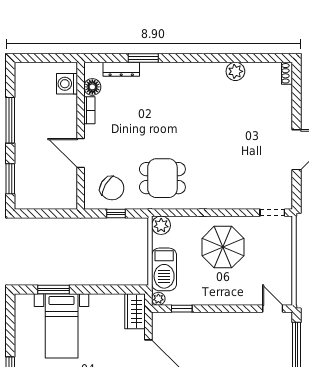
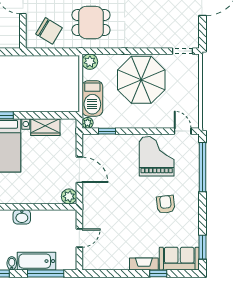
window: (116, 214) -> (52, 52), removed
parasol: (223, 247) -> (141, 80), width x1.36, depth x1.36
wardrobe: (135, 311) -> (45, 127), moved, turned -90
grand piano: (241, 339) -> (157, 156), added

